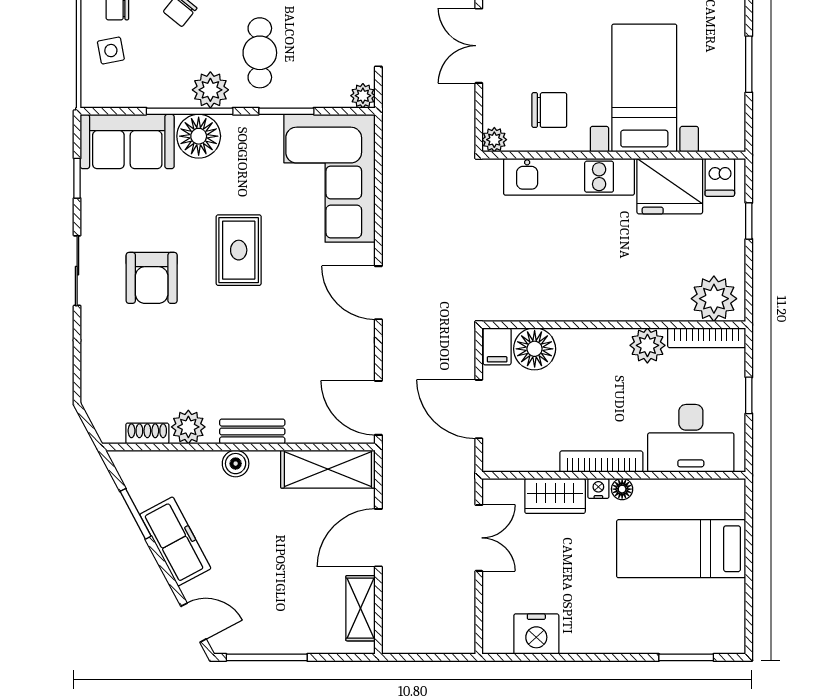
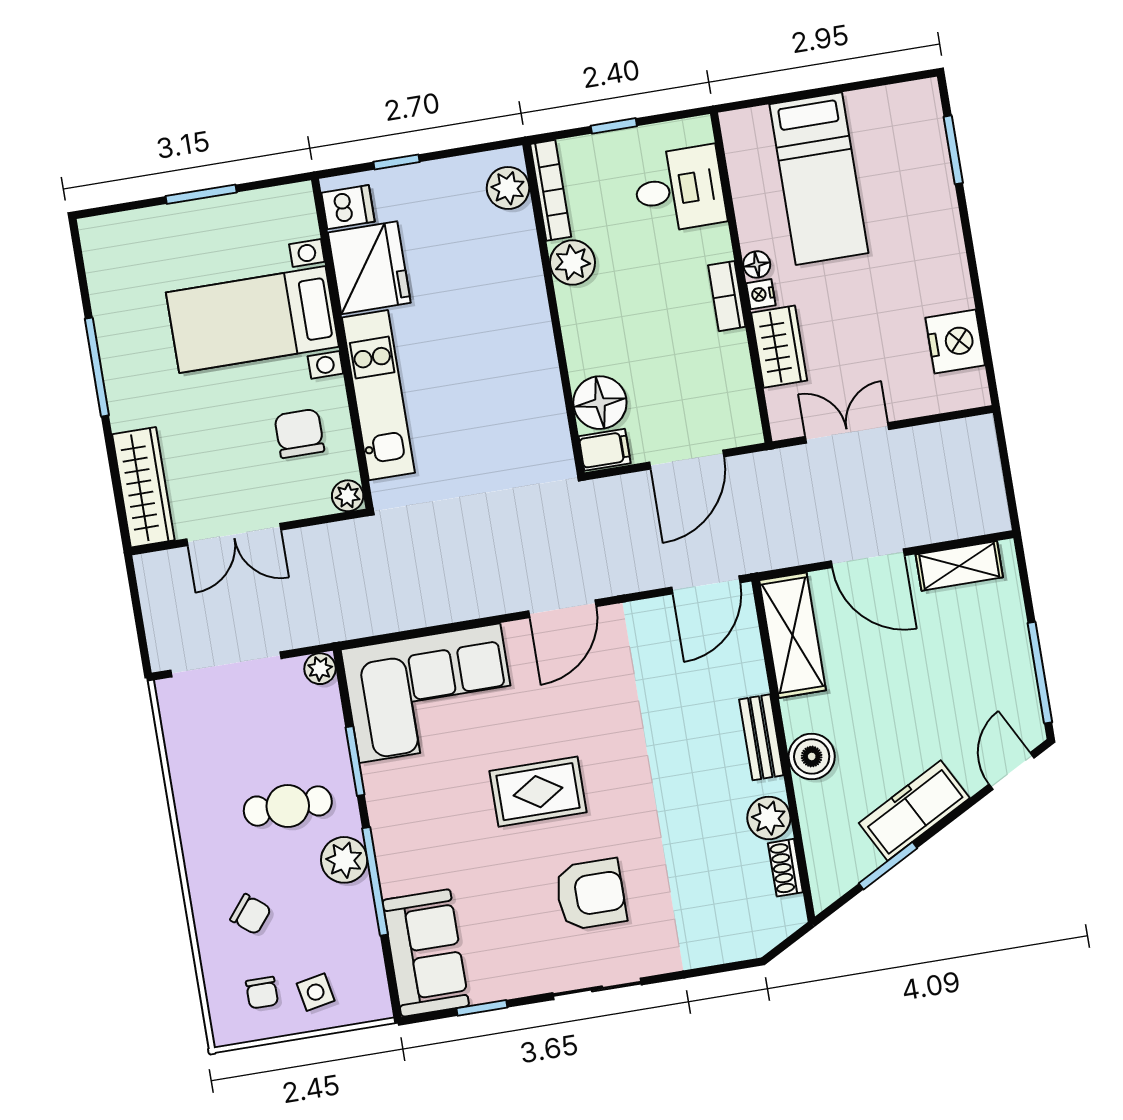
floor lamp: (199, 136) -> (404, 865), removed
plant: (714, 299) -> (508, 188), width x0.73, depth x0.73
desk: (691, 438) -> (679, 189), width x0.73
bookcase: (601, 462) -> (727, 296), width x0.64
boiler: (236, 464) -> (812, 756), width x1.36, depth x1.36

